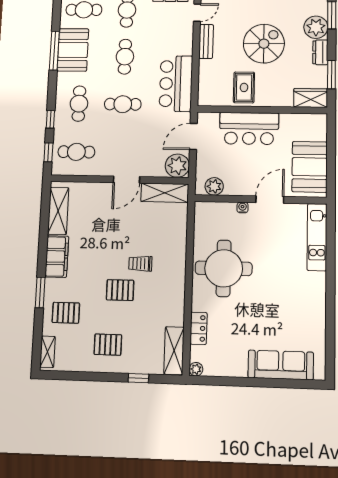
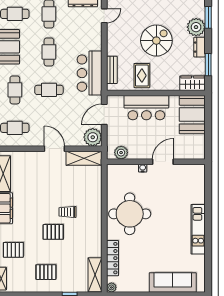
bench: (206, 41) -> (112, 70), moved
booth: (310, 167) -> (192, 115), moved
door: (126, 180) -> (54, 149), swing flipped
kitchen unit: (317, 237) -> (198, 229), moved
locker: (199, 328) -> (112, 258), width x1.53

